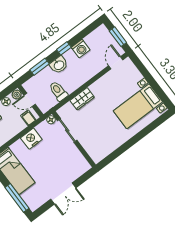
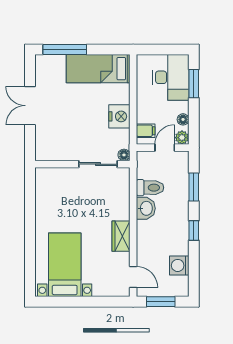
washing machine: (81, 49) -> (179, 265), moved
washbasin: (59, 65) -> (146, 208), moved, turned 180
wardrobe: (82, 99) -> (121, 236), moved

